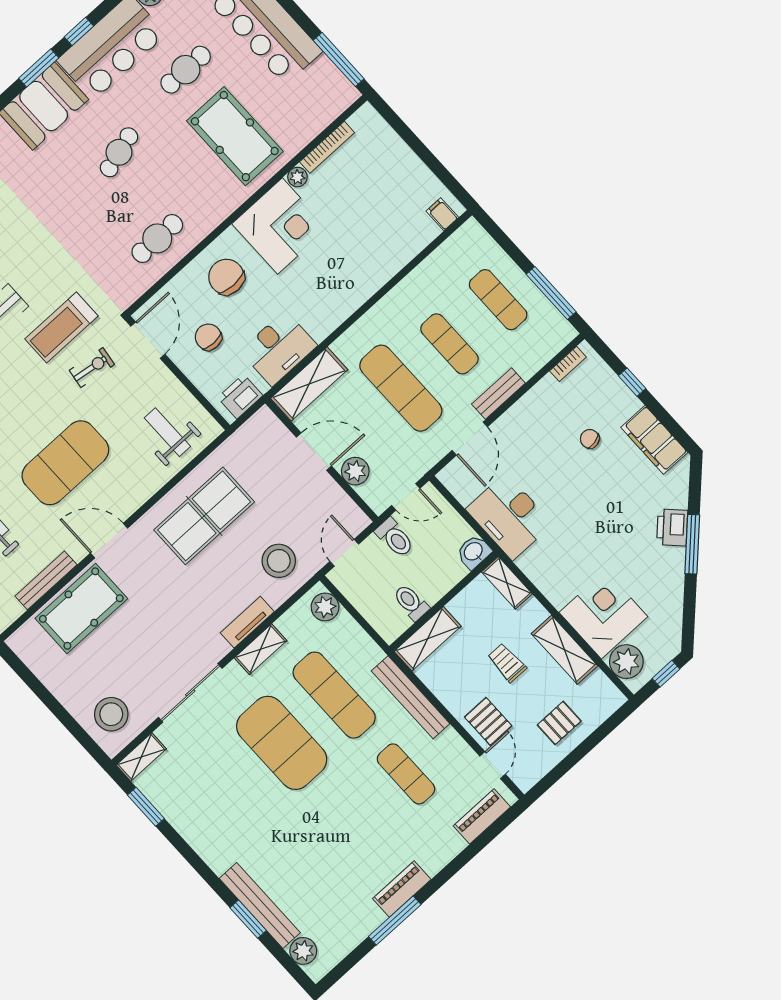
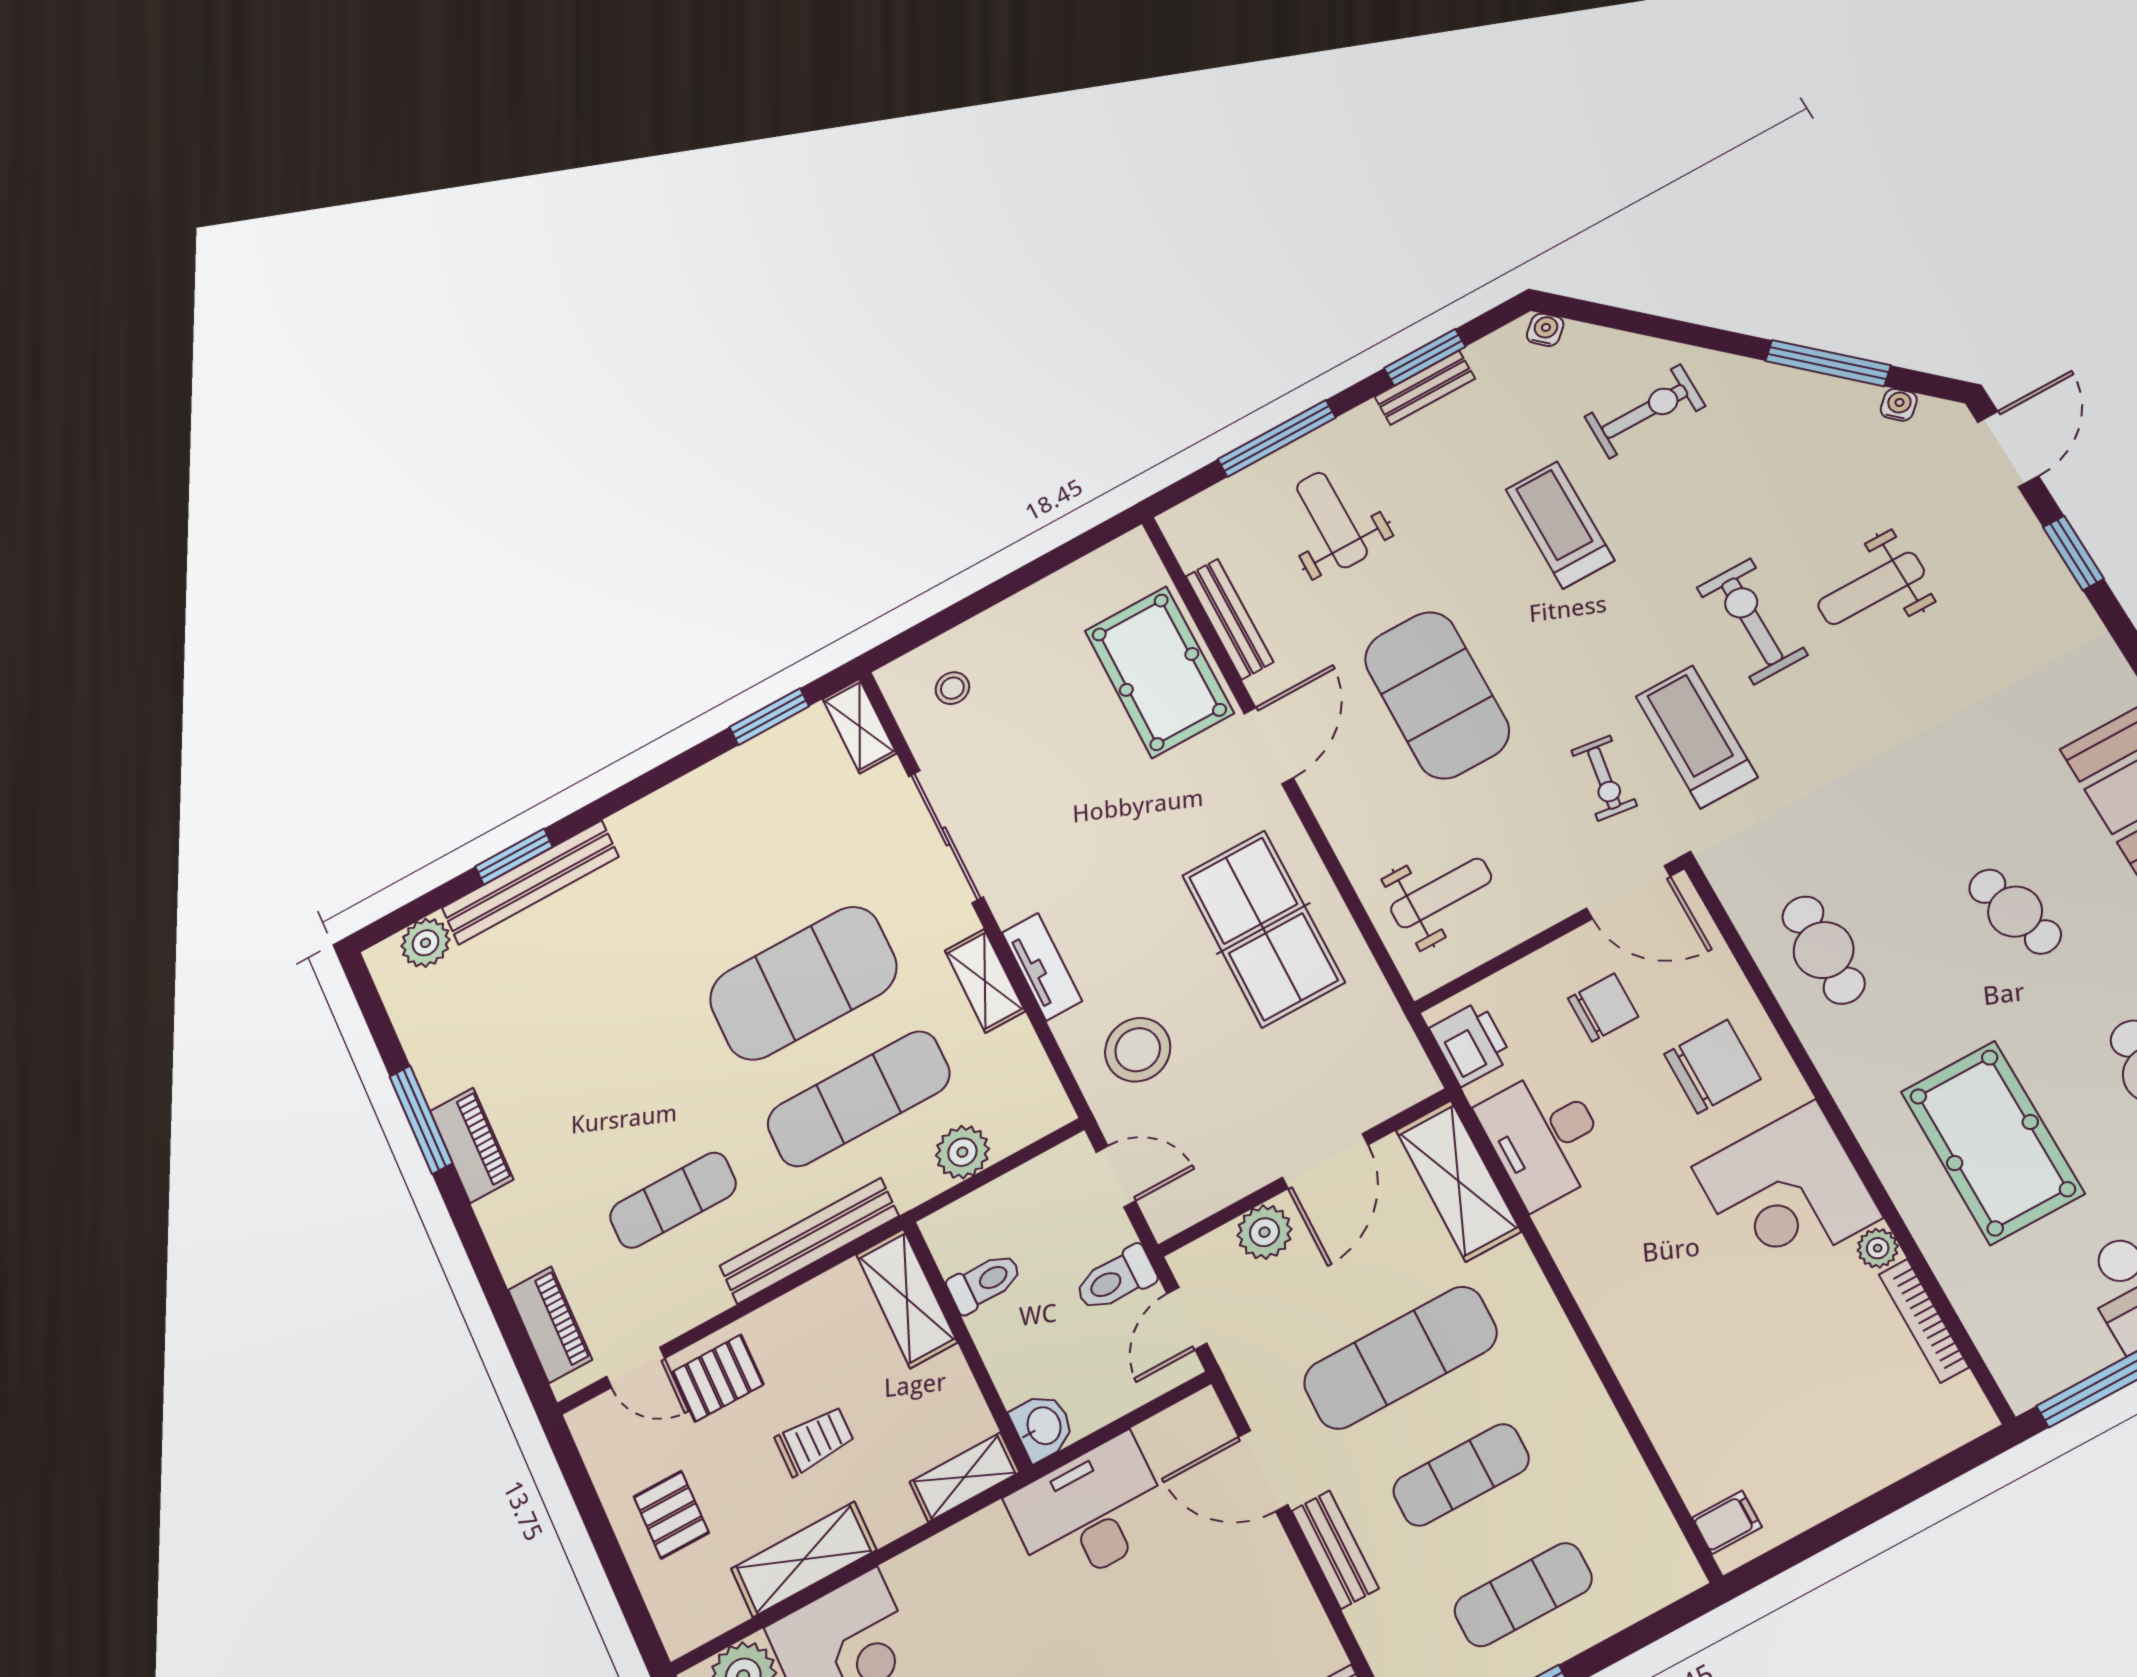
pool table: (235, 136) -> (1992, 1143), turned 90
plant: (325, 607) -> (962, 1152), moved
stool: (111, 714) -> (952, 688), width x0.53, depth x0.53

